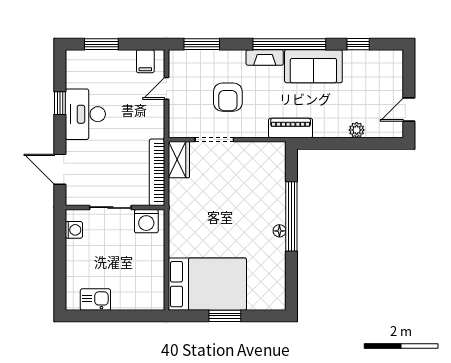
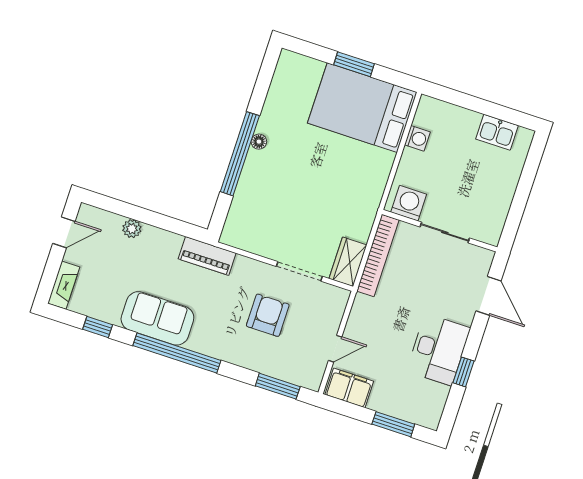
fireplace: (265, 58) -> (64, 285), moved, turned 90
filing cabinet: (145, 61) -> (349, 388), width x2.00
washing machine: (74, 230) -> (417, 138), moved, turned 180

